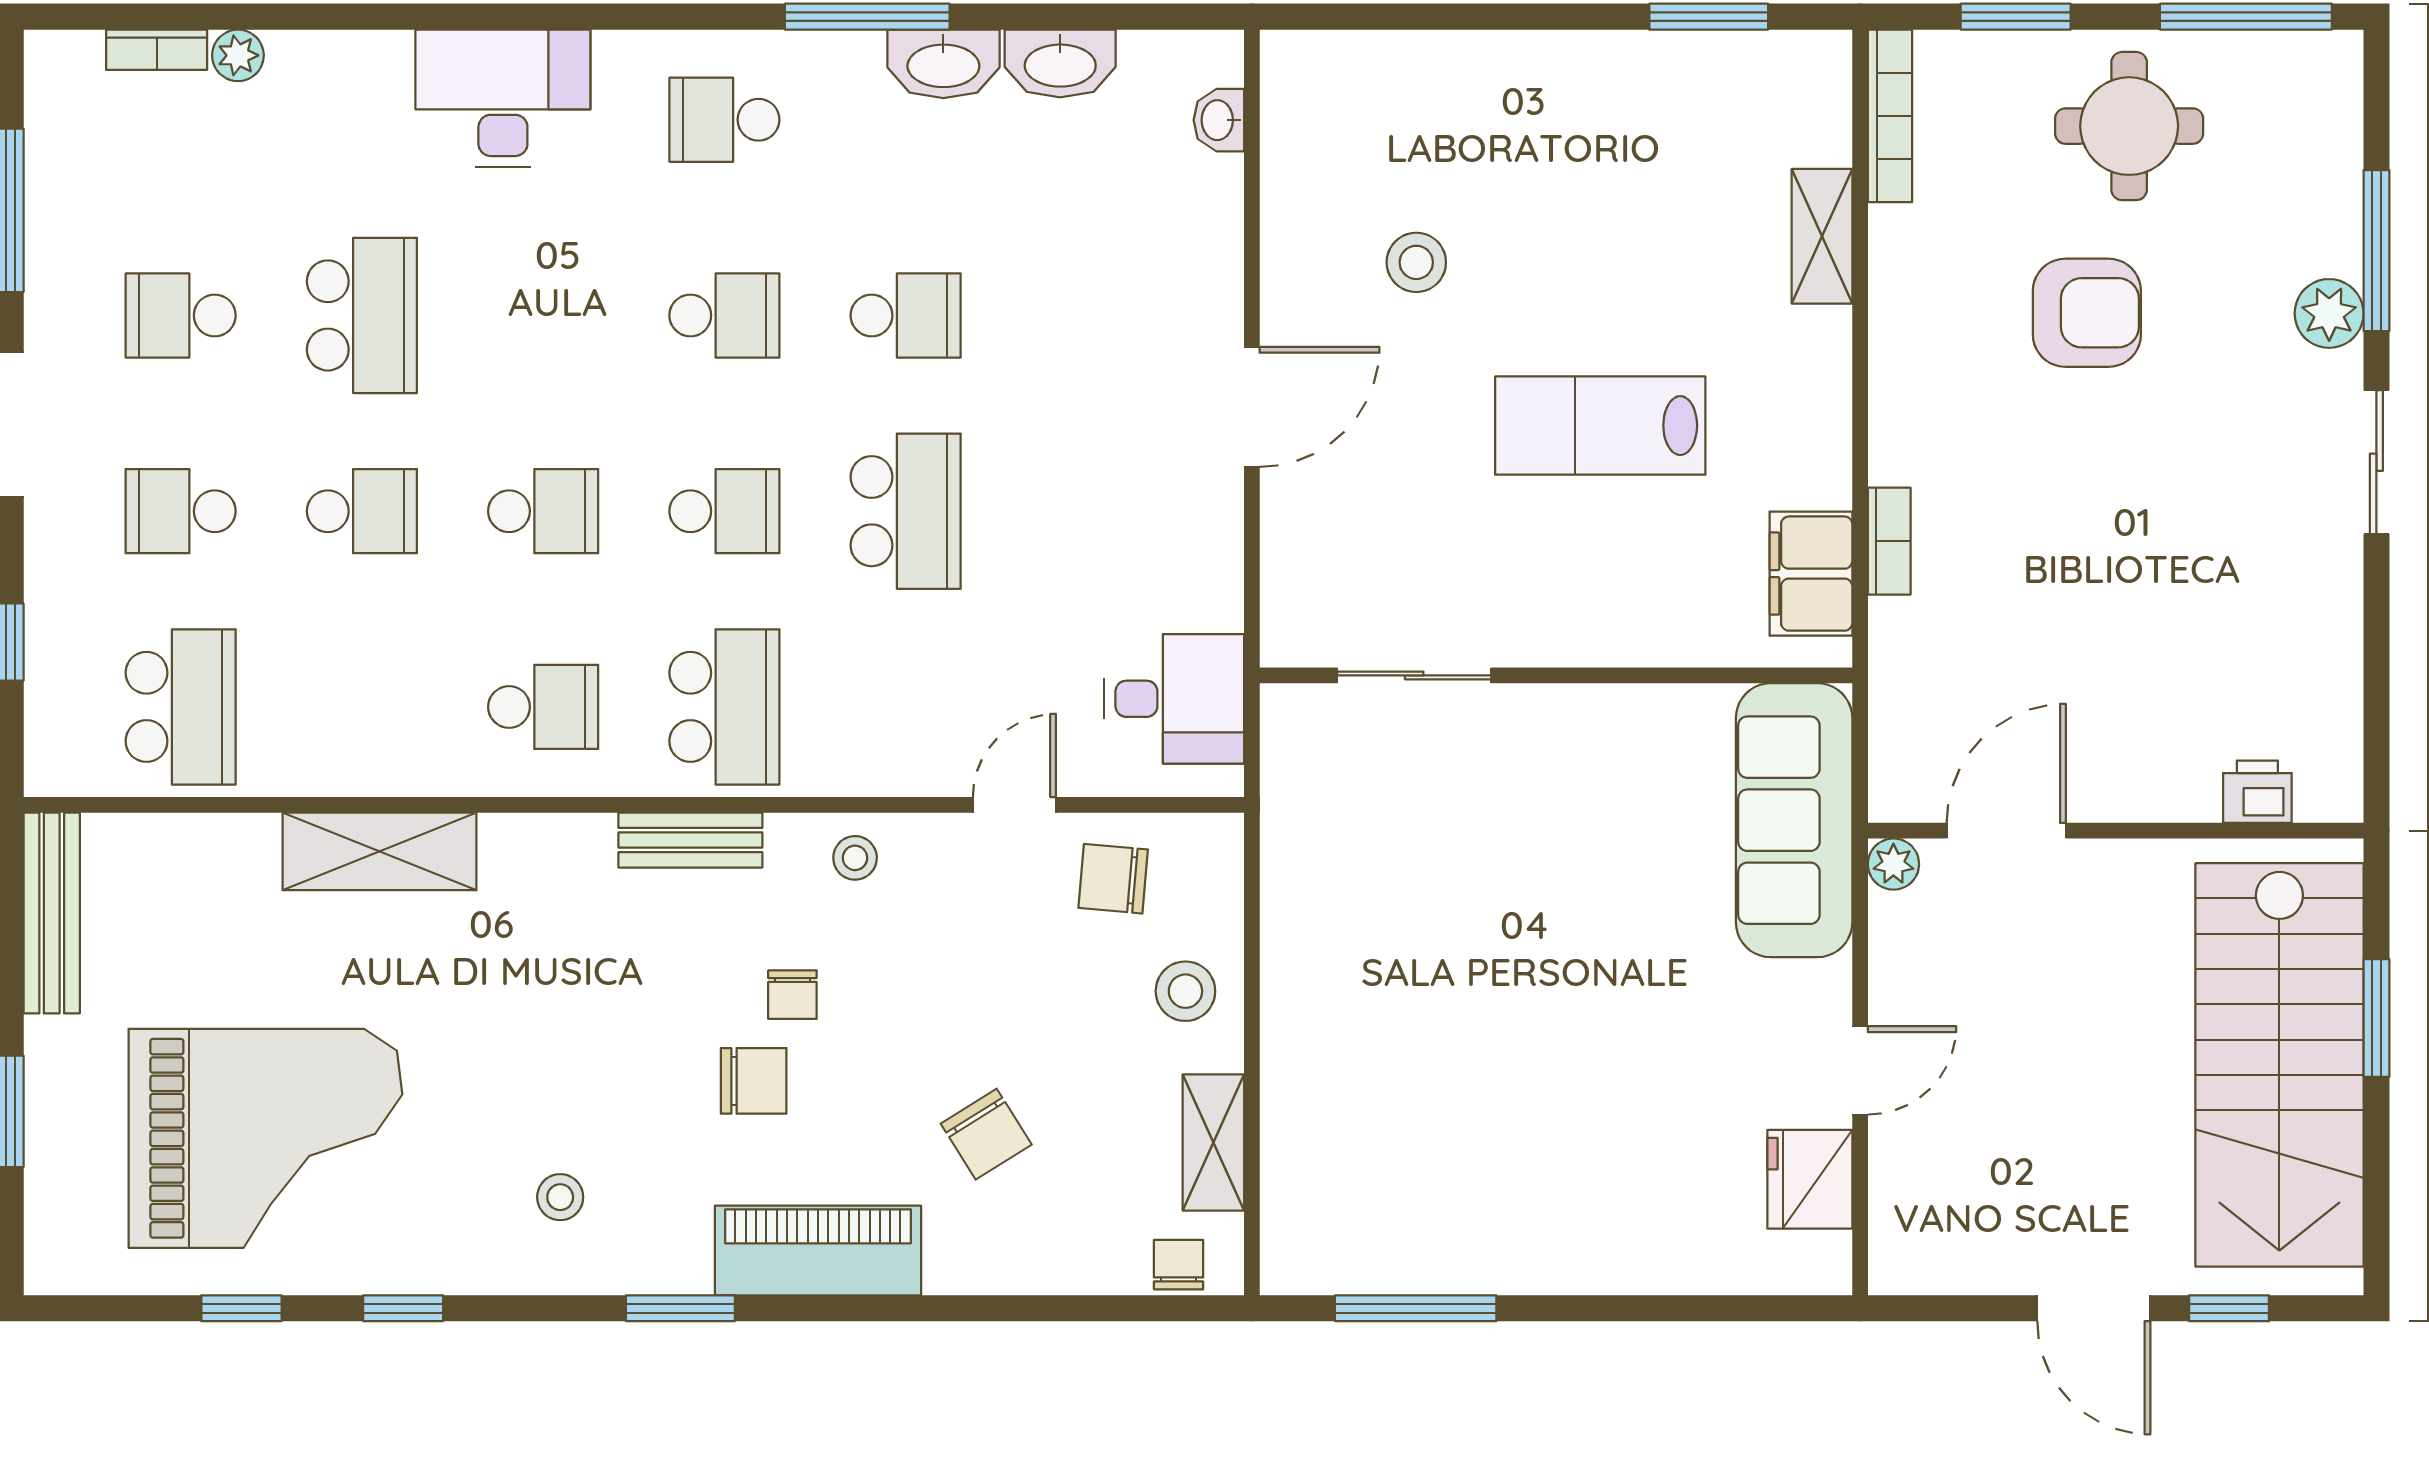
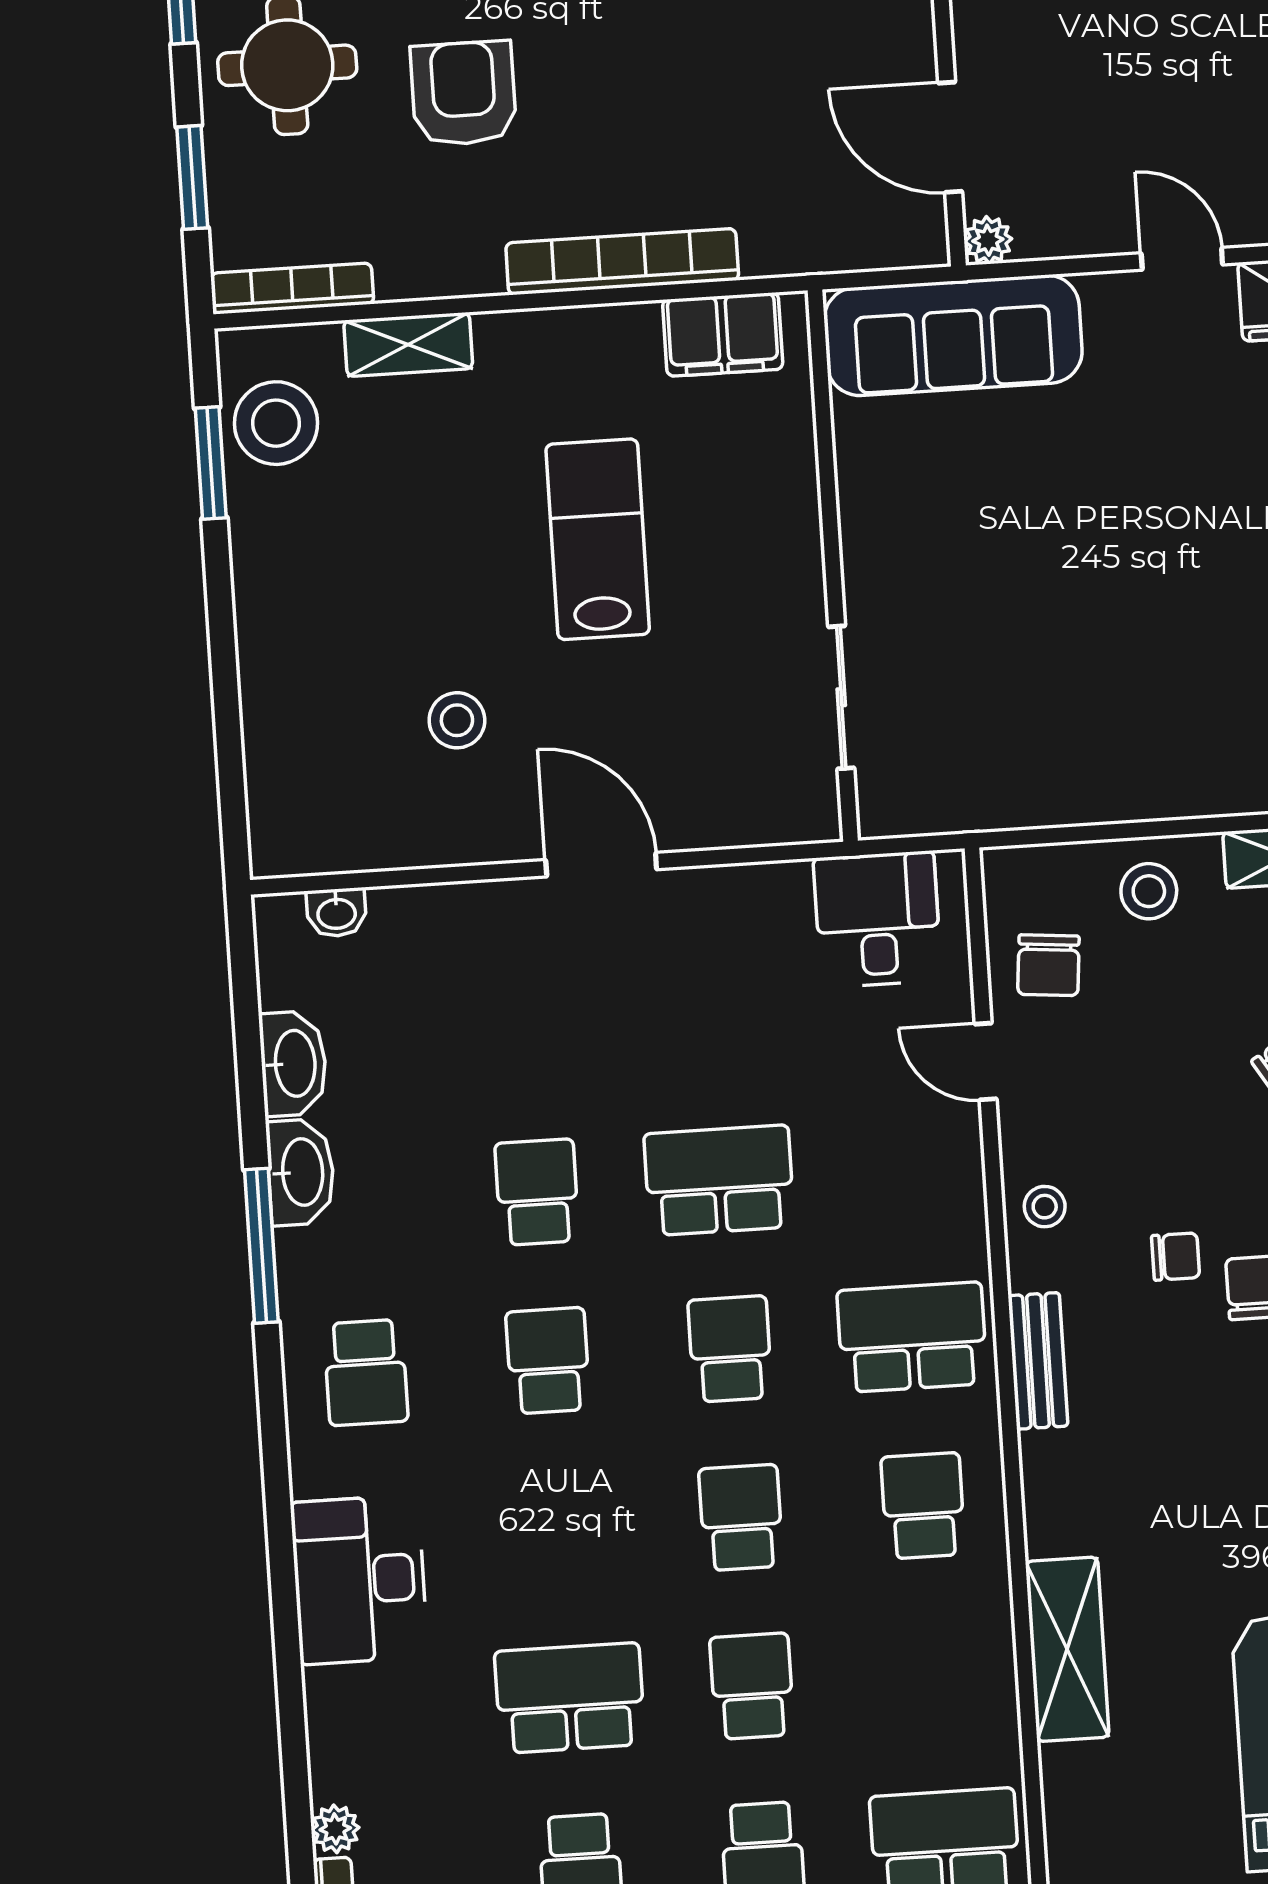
stool: (1747, 89) -> (276, 423), added
lab bench: (1600, 426) -> (598, 539), turned 180
bookcase: (1889, 541) -> (622, 262), width x2.31, depth x1.31

